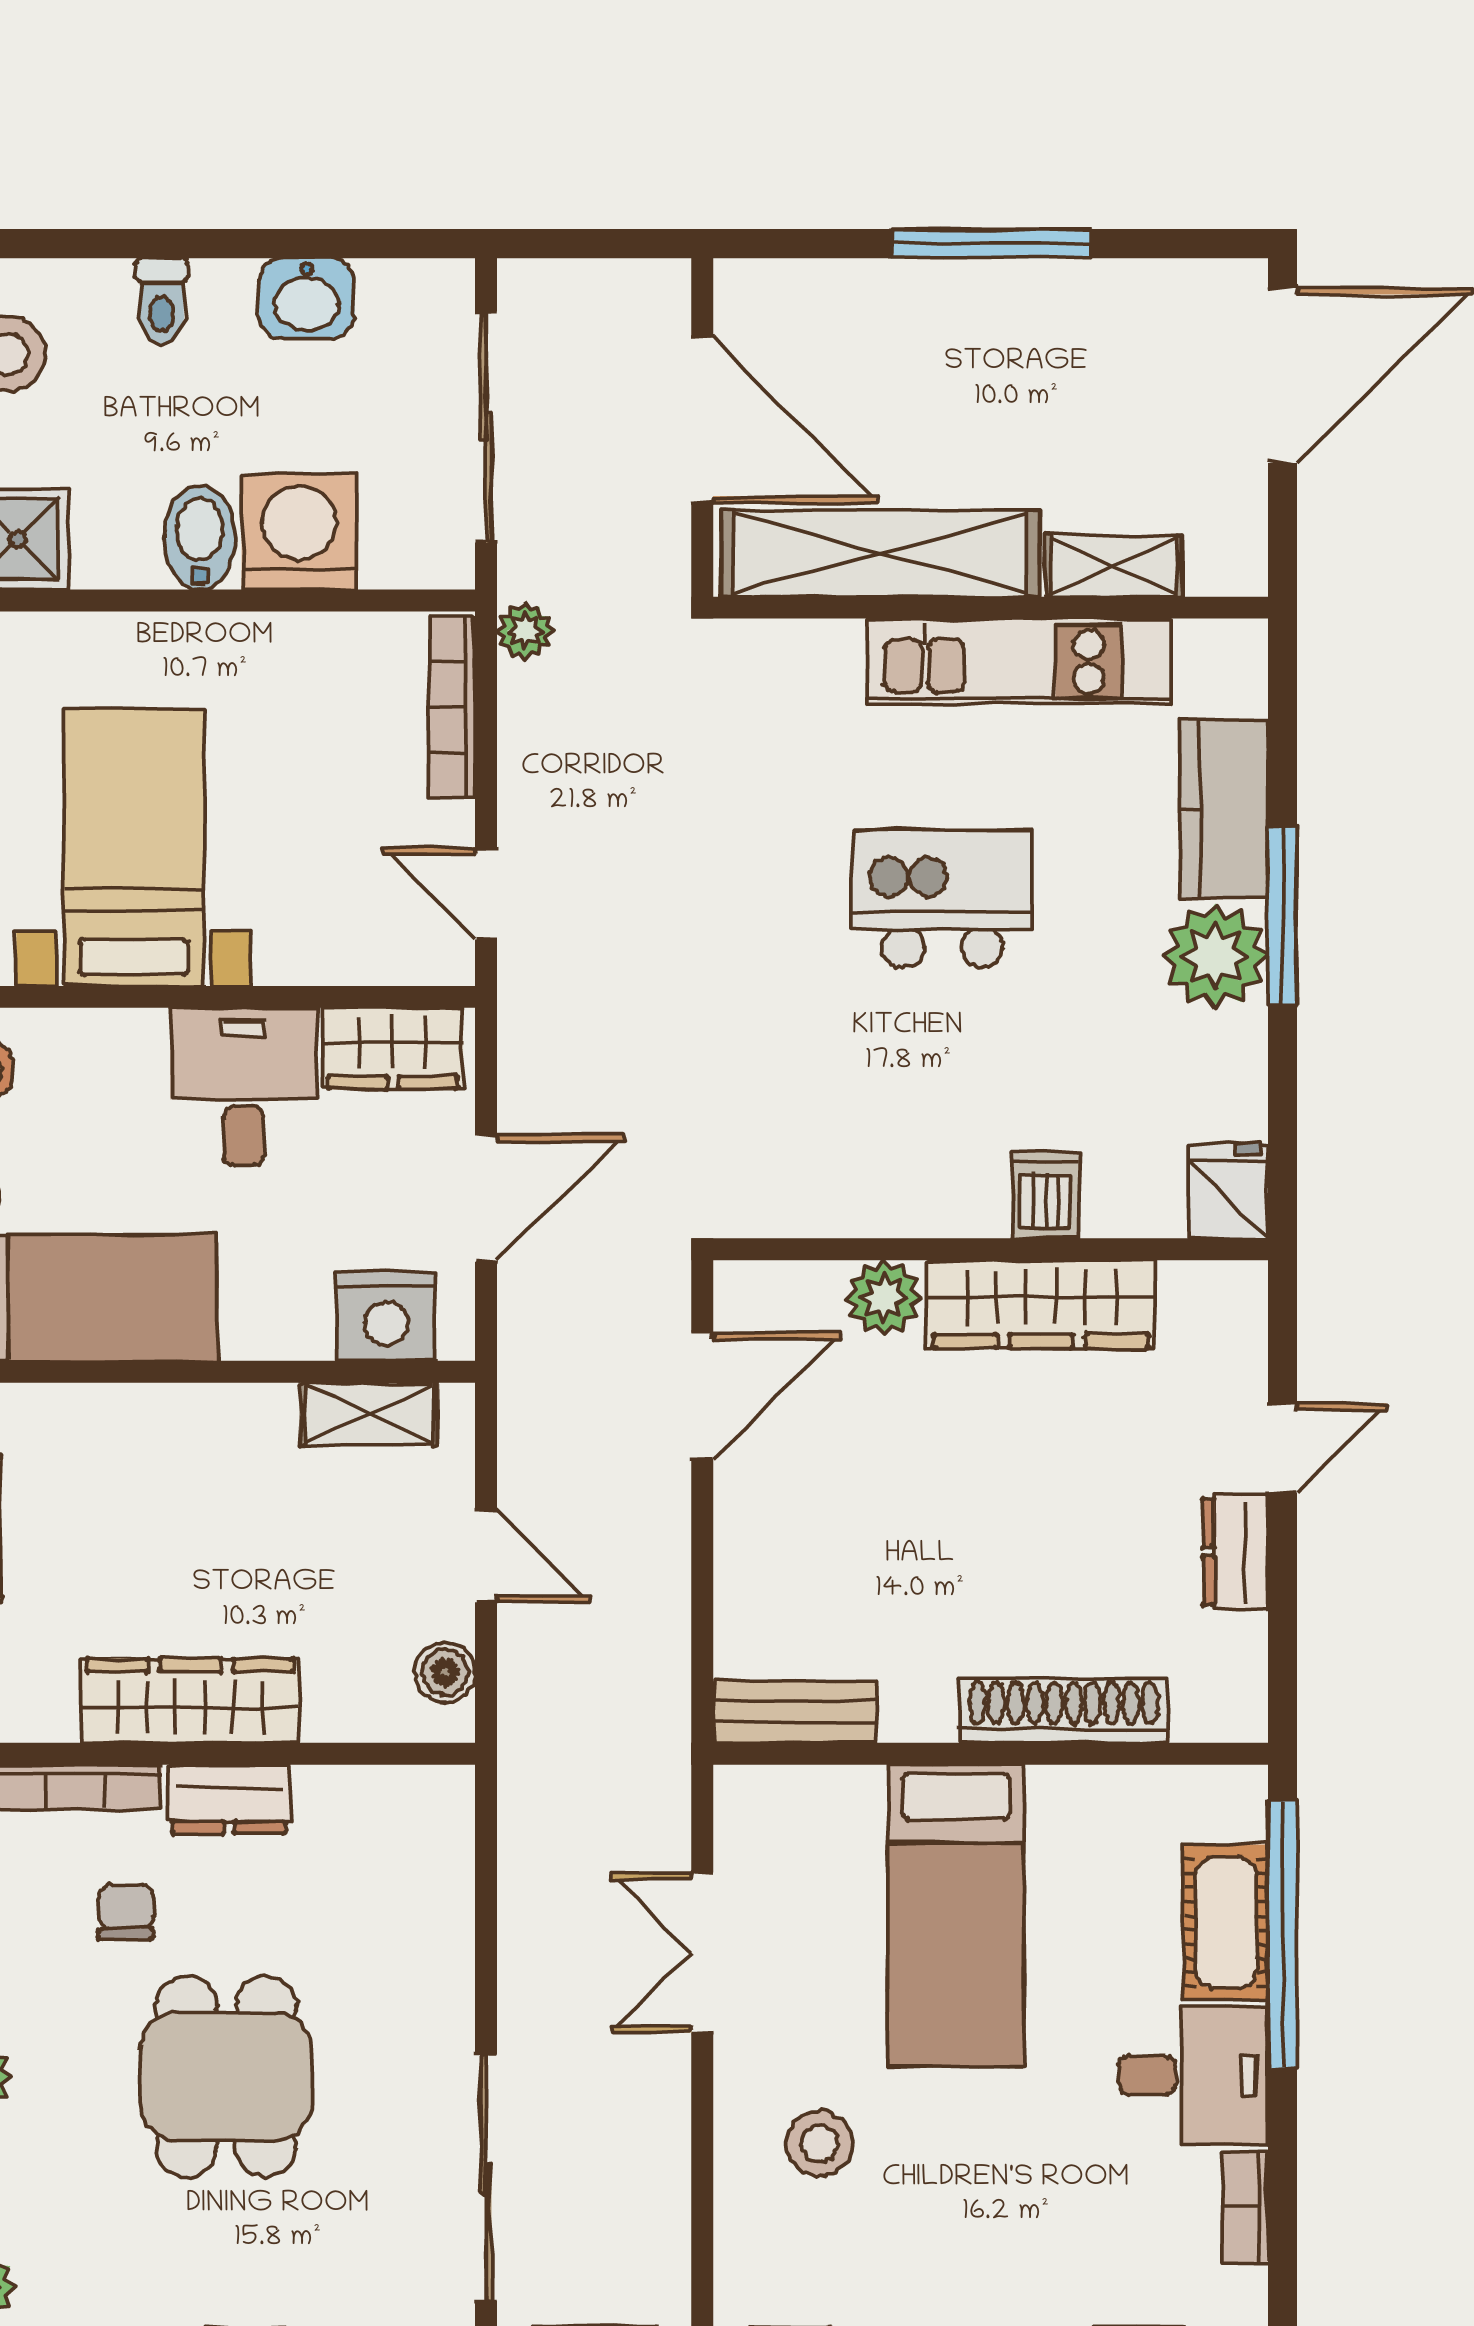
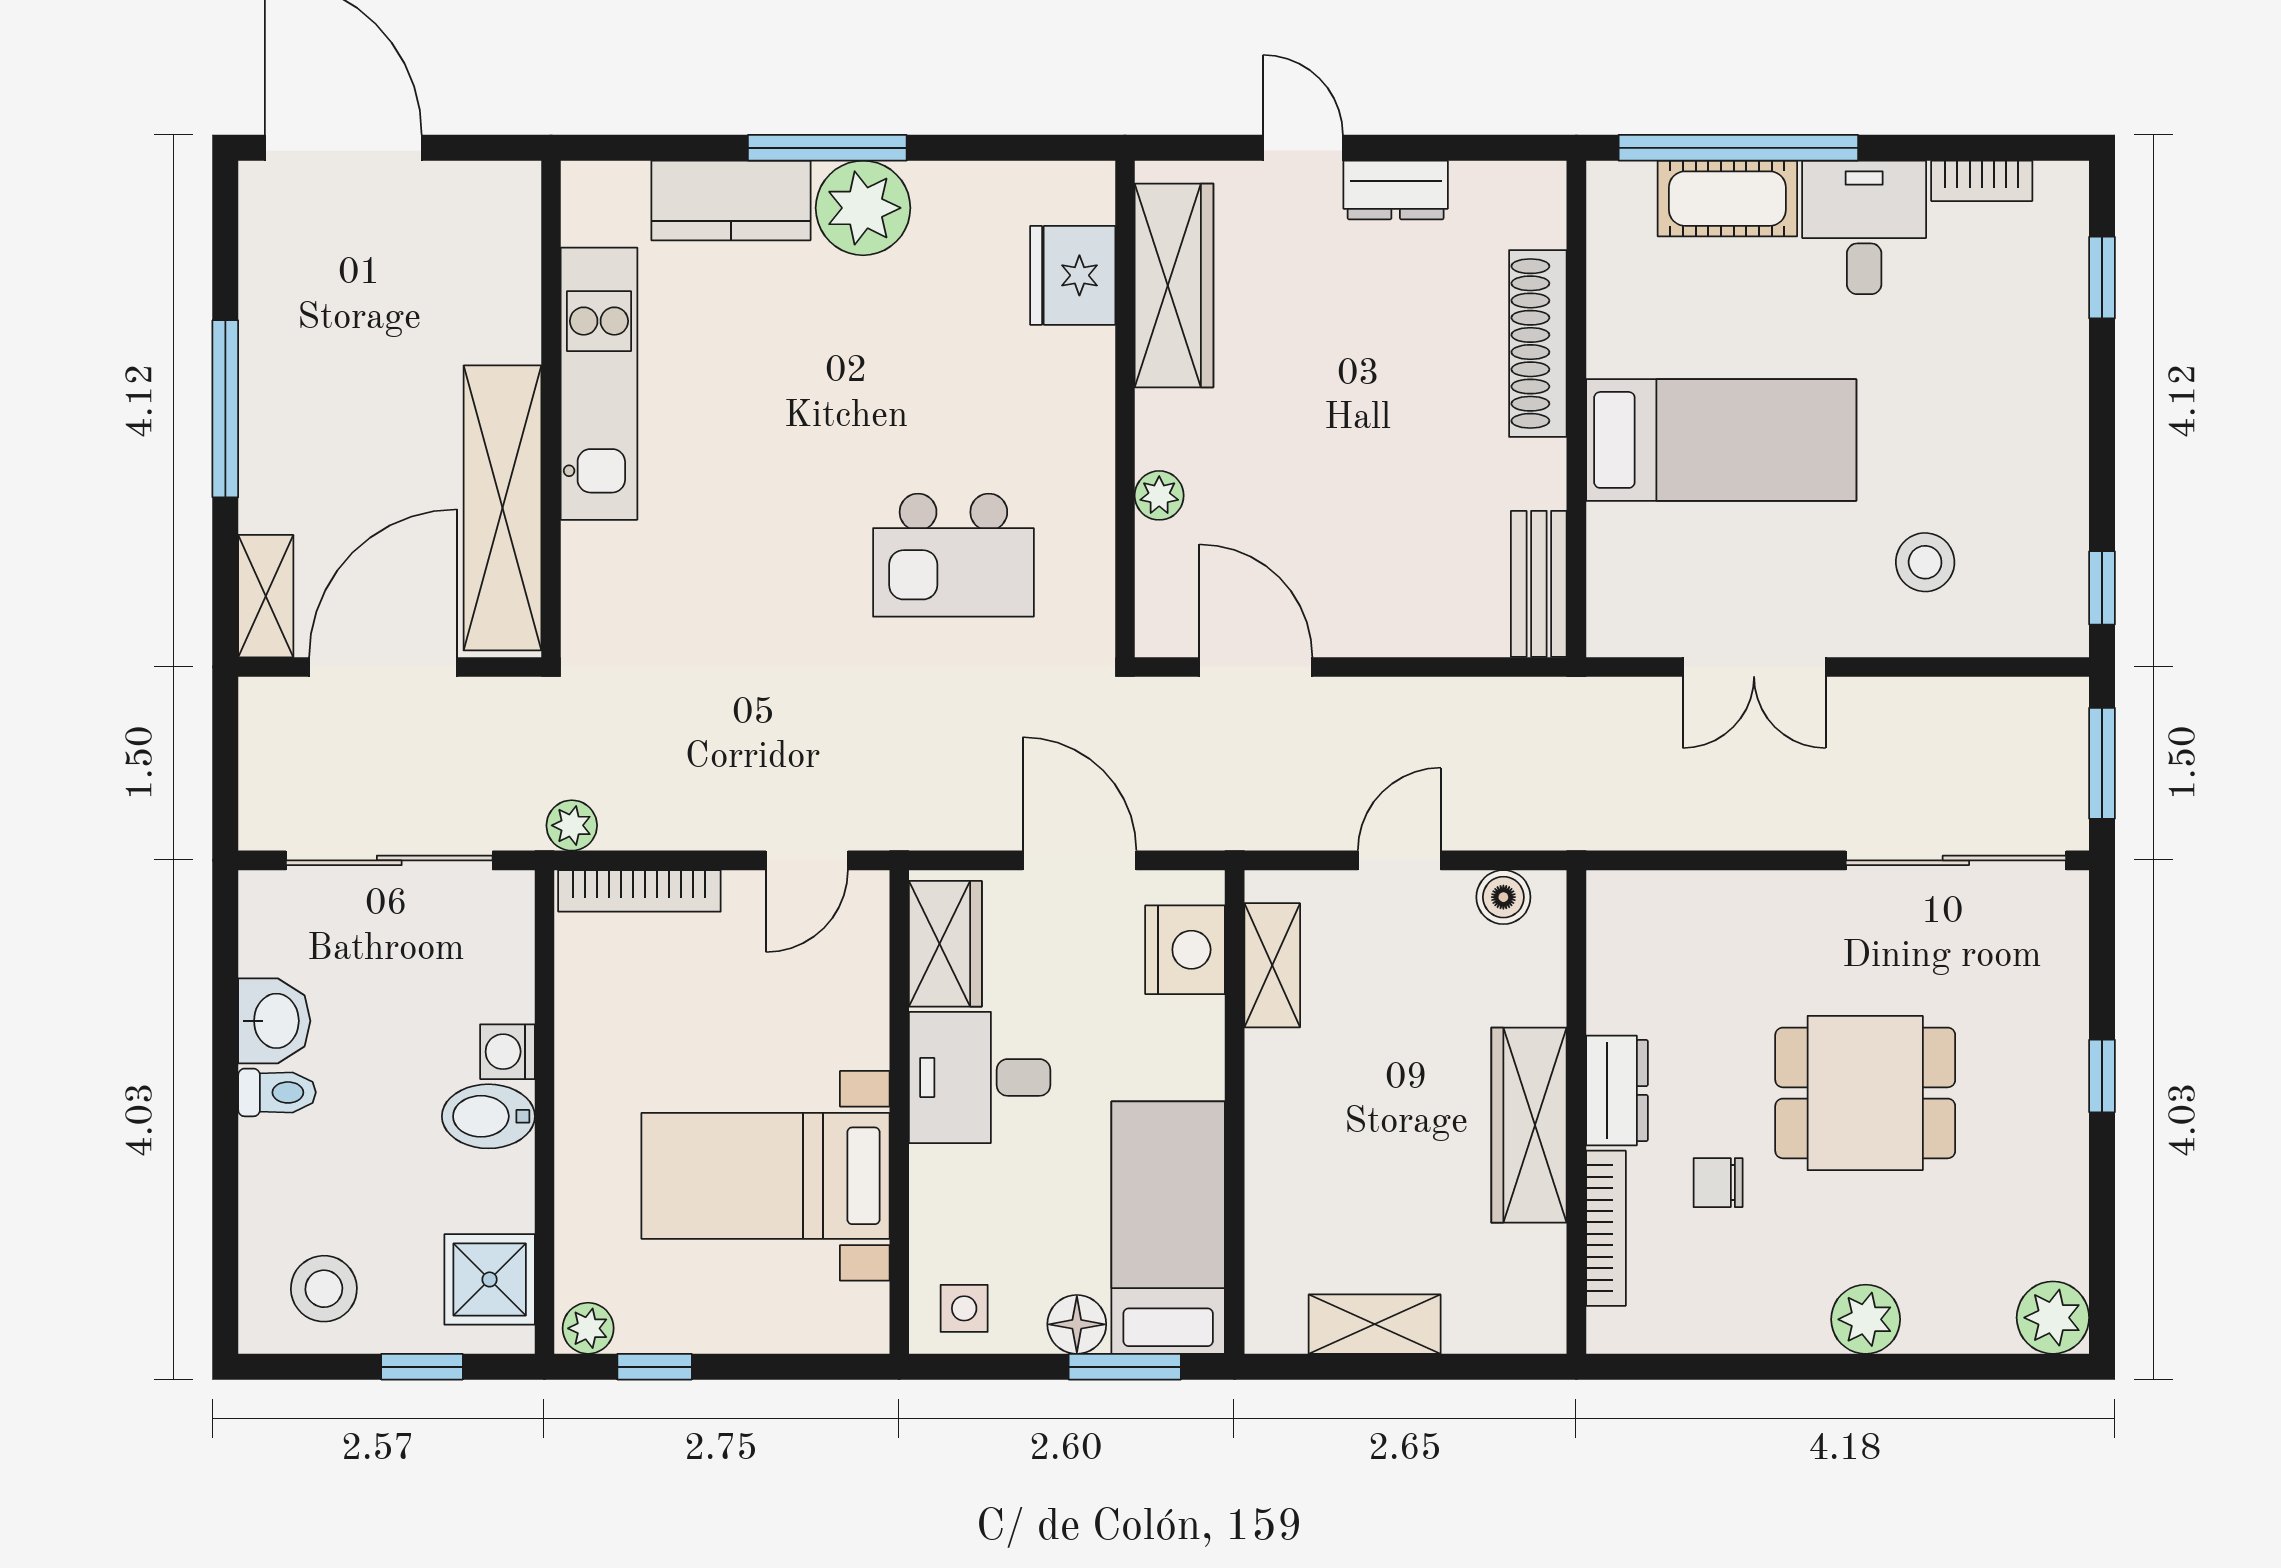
toilet: (161, 301) -> (277, 1092), moved
washing machine: (300, 532) -> (507, 1052), width x0.53, depth x0.53
shelving: (1113, 566) -> (266, 596), moved
kitchen island: (943, 899) -> (953, 555), moved, turned -90
fridge: (1228, 1191) -> (1073, 275), moved, width x1.38
dishwasher: (1045, 1195) -> (1076, 360), removed
plant: (884, 1298) -> (1159, 495), width x0.73, depth x0.73
wardrobe: (1041, 1304) -> (1174, 285), moved

